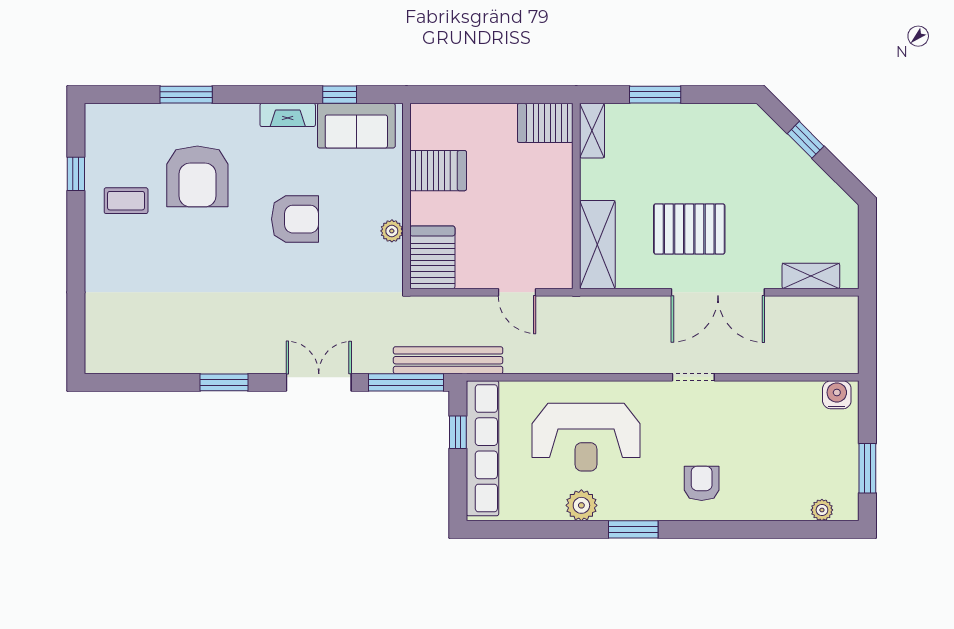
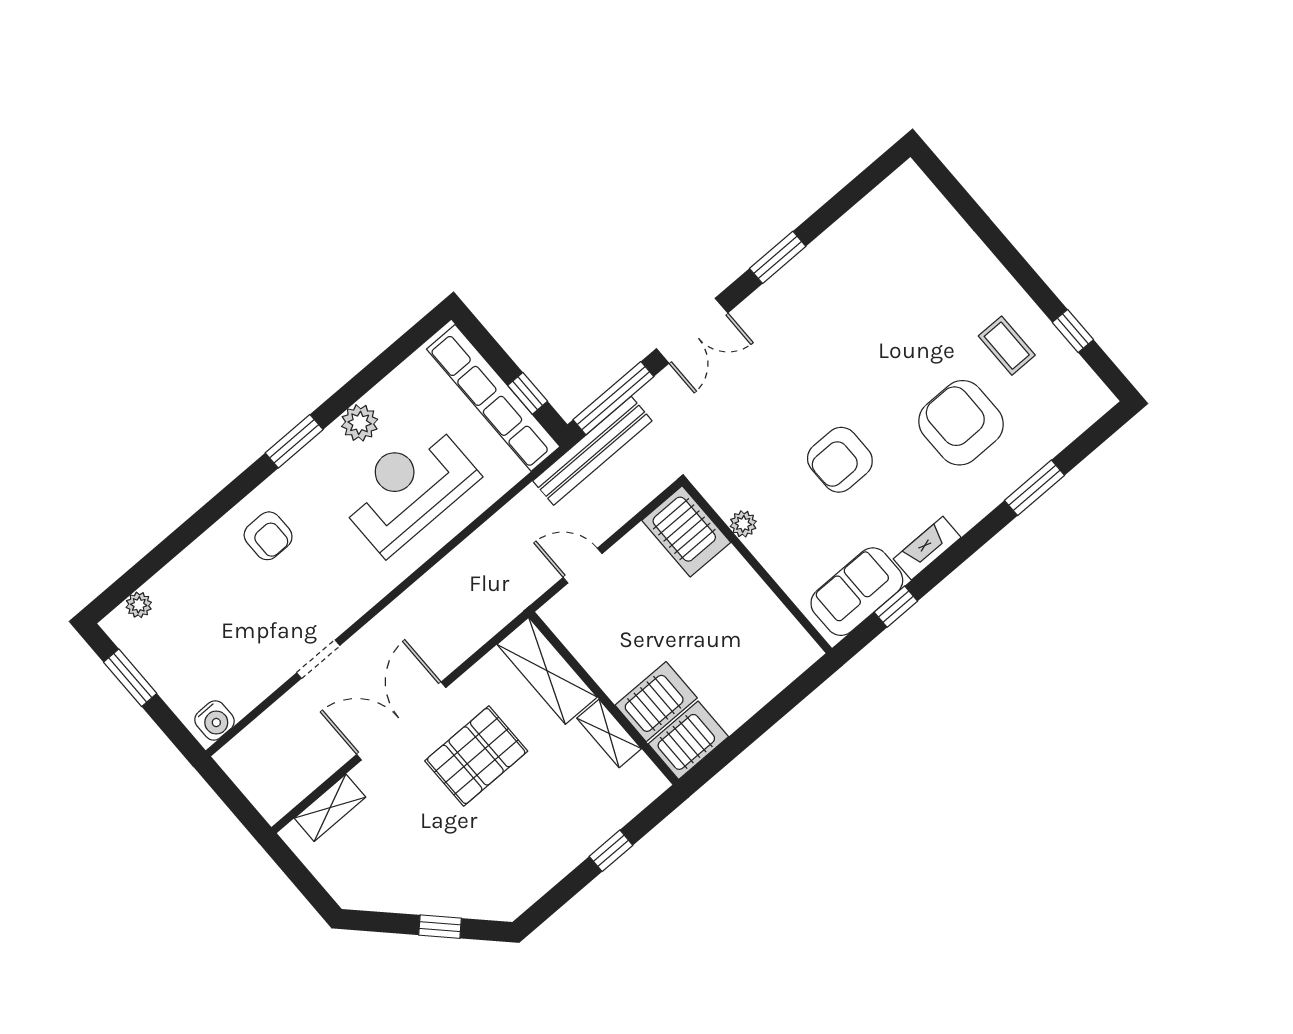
window: (655, 95) -> (611, 851), width x0.67
shelving: (592, 131) -> (609, 733), moved
server rack: (438, 171) -> (656, 702), moved, turned 180
coffee table: (126, 201) -> (1007, 346), turned 90
doorway: (693, 377) -> (318, 659), moved

